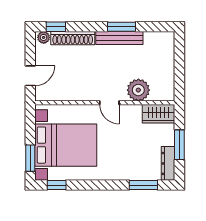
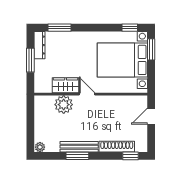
plant: (44, 37) -> (40, 147), moved
wardrobe: (158, 114) -> (66, 85), moved

